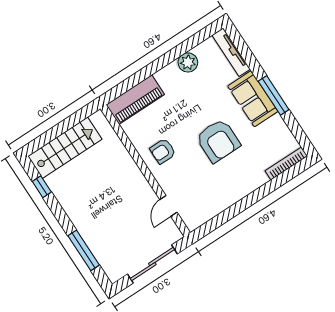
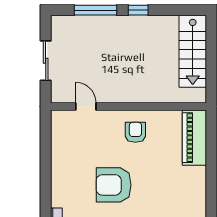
plant: (188, 62) -> (197, 203), removed
window: (42, 187) -> (138, 10), moved
sliding door: (152, 264) -> (46, 61), width x0.73

